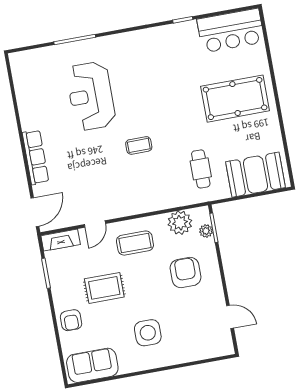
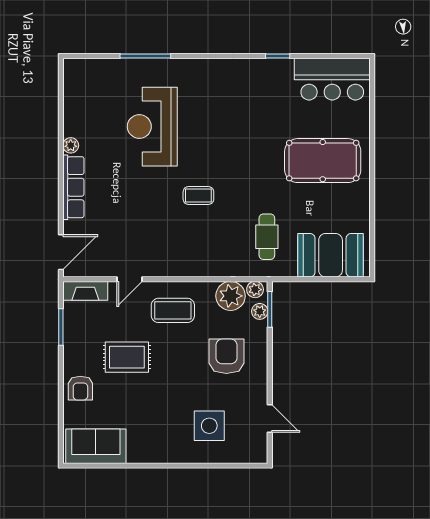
plant: (27, 123) -> (71, 145), added
plant: (199, 214) -> (255, 290), added
side table: (148, 333) -> (209, 426), moved

